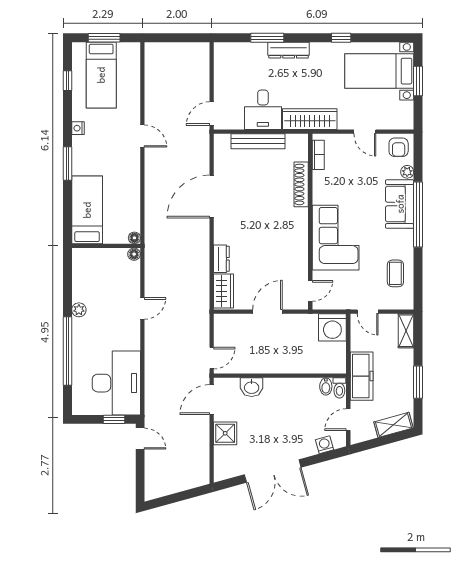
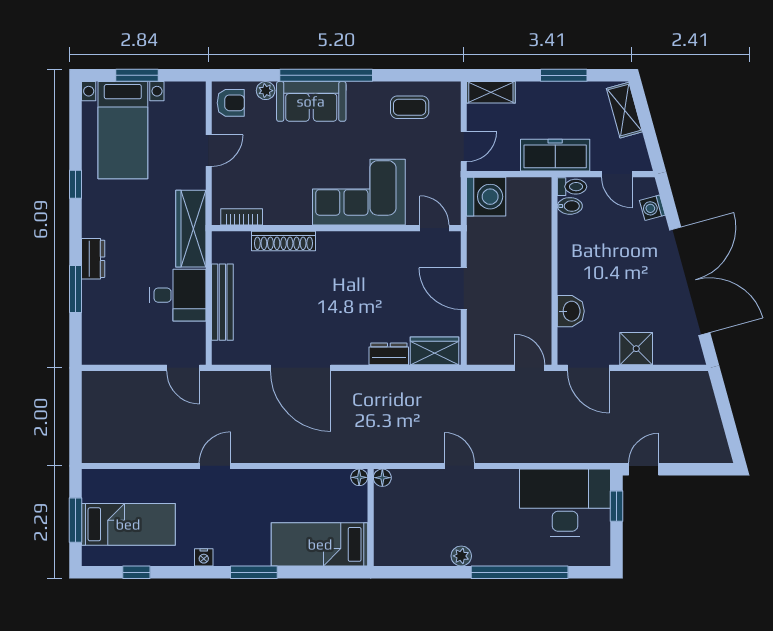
dresser: (289, 50) -> (93, 259), width x0.70
double door: (273, 471) -> (690, 281), width x1.36

